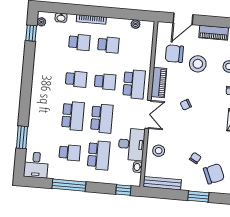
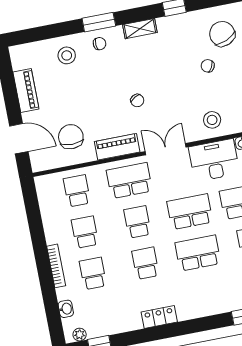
plant: (136, 24) -> (45, 203), removed
school desk: (137, 47) -> (77, 191), added
chair: (174, 54) -> (71, 137), turned 180
stool: (198, 64) -> (76, 100), removed
locker: (38, 78) -> (159, 317), added

